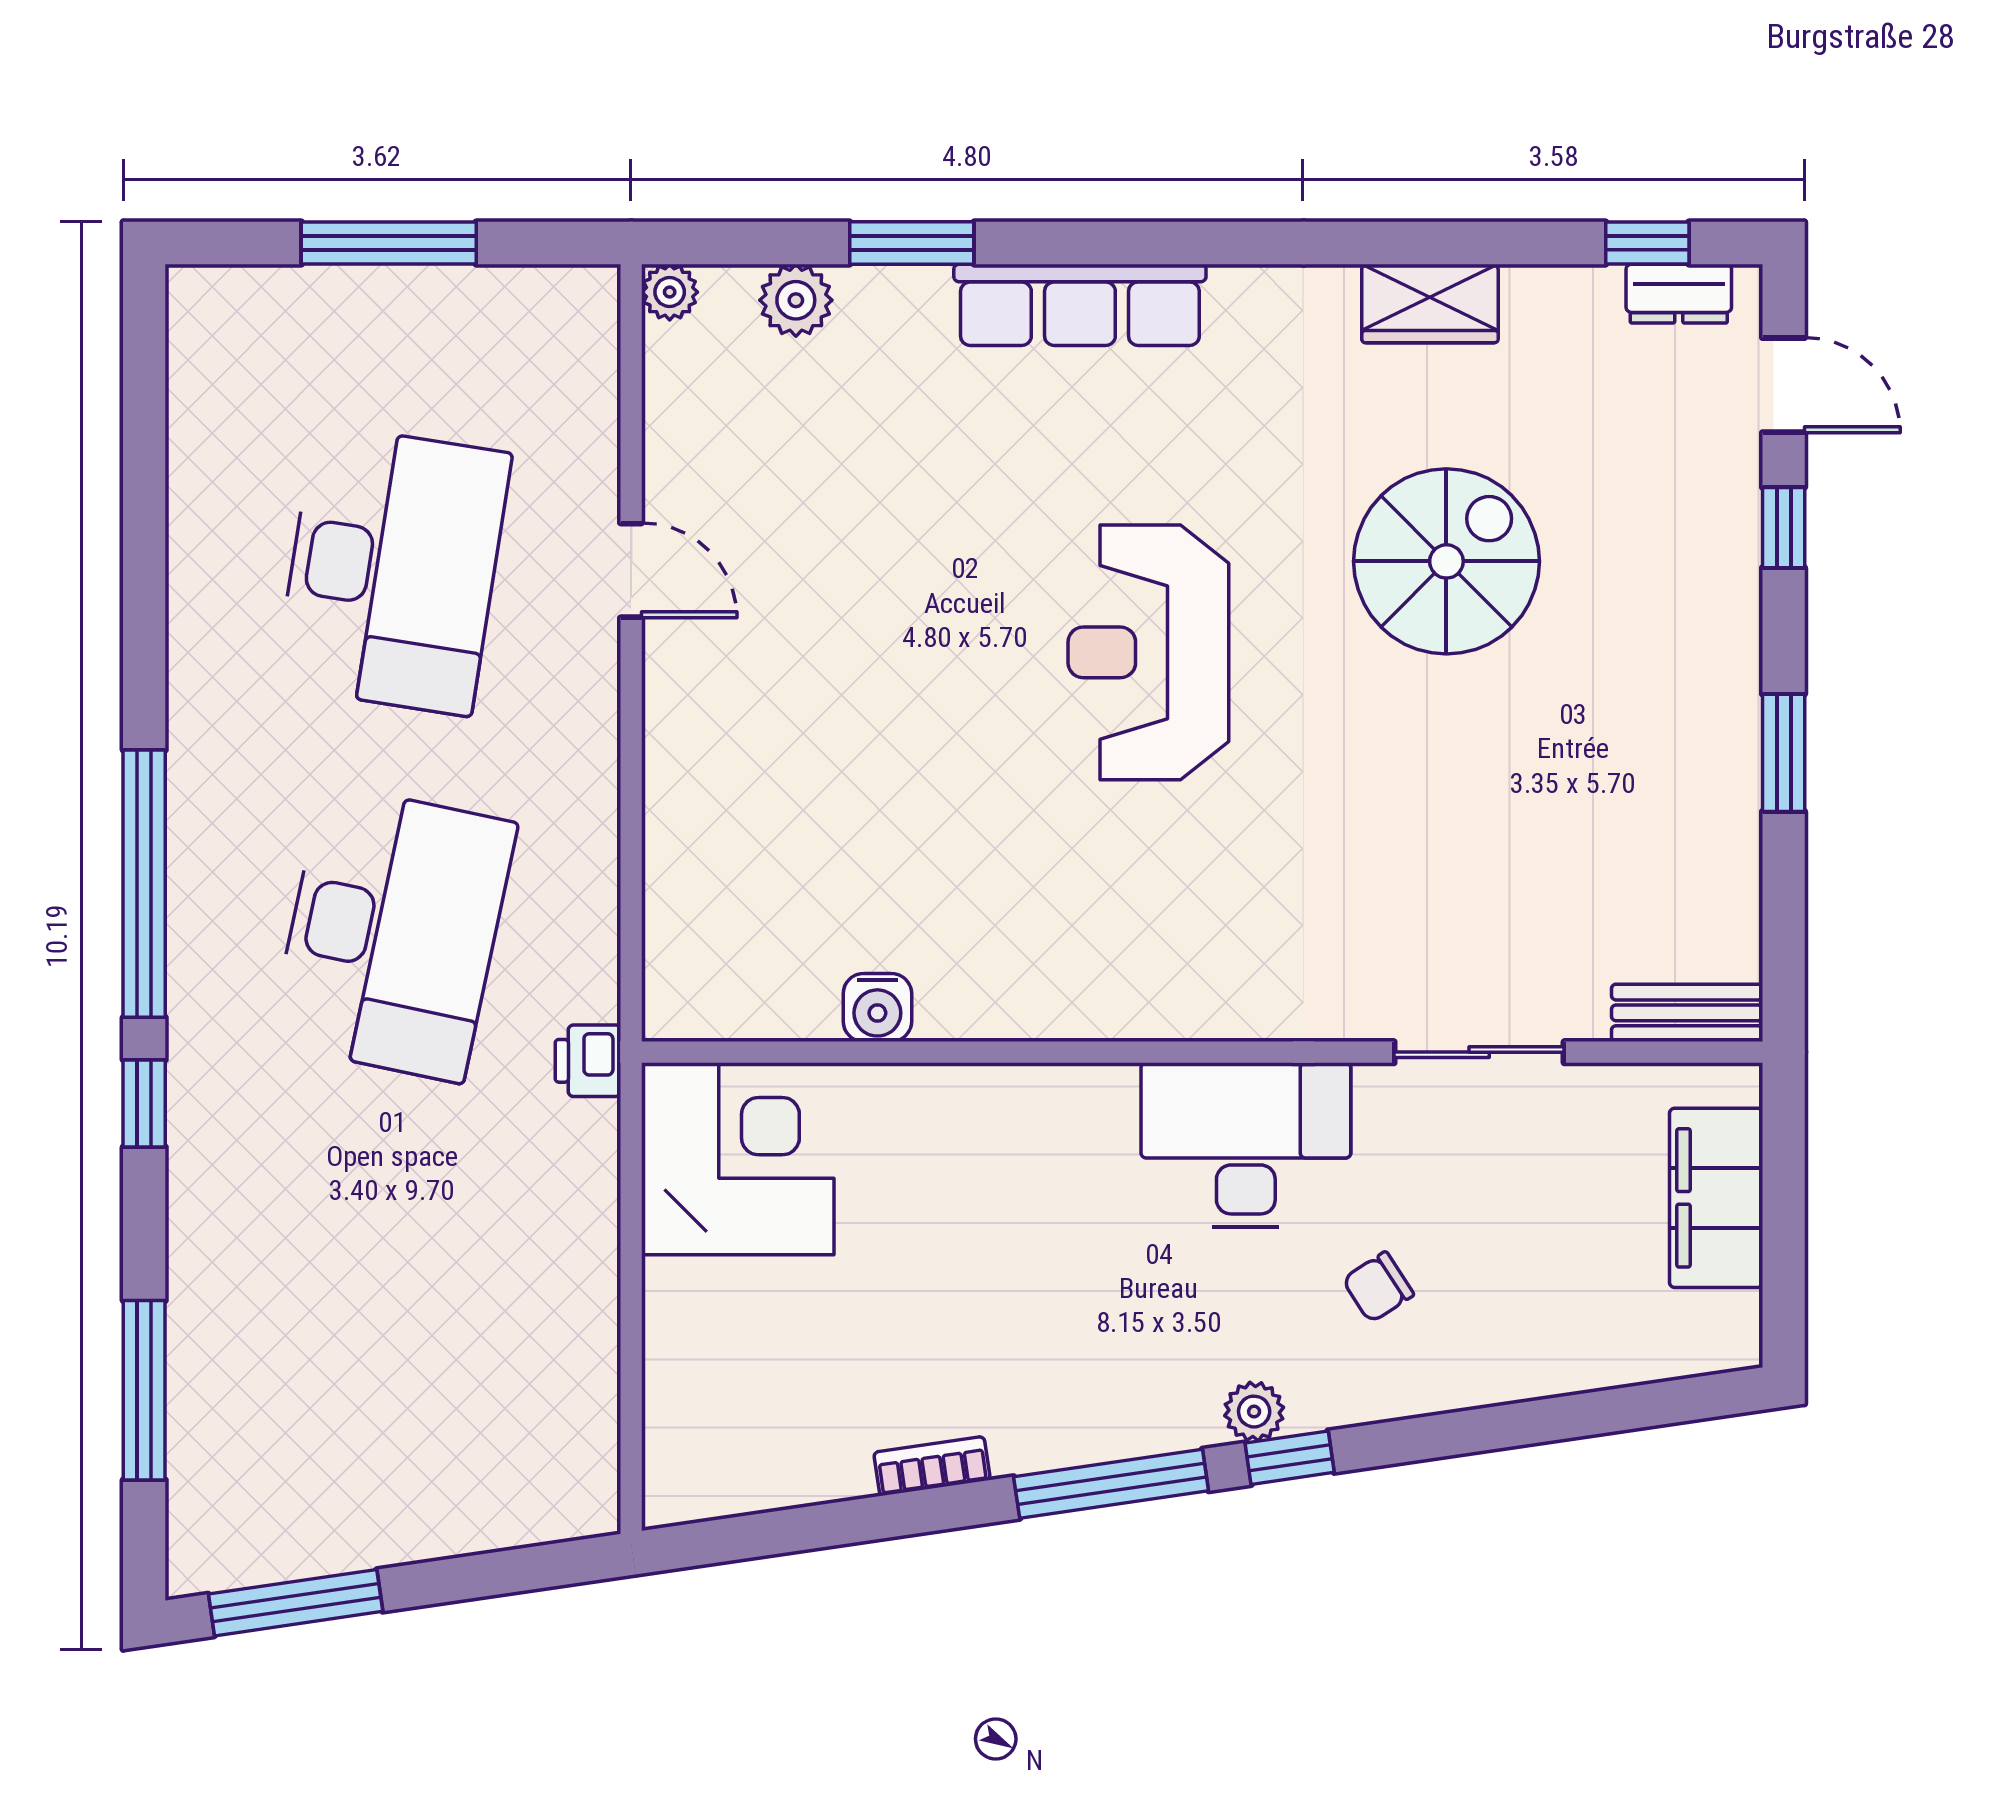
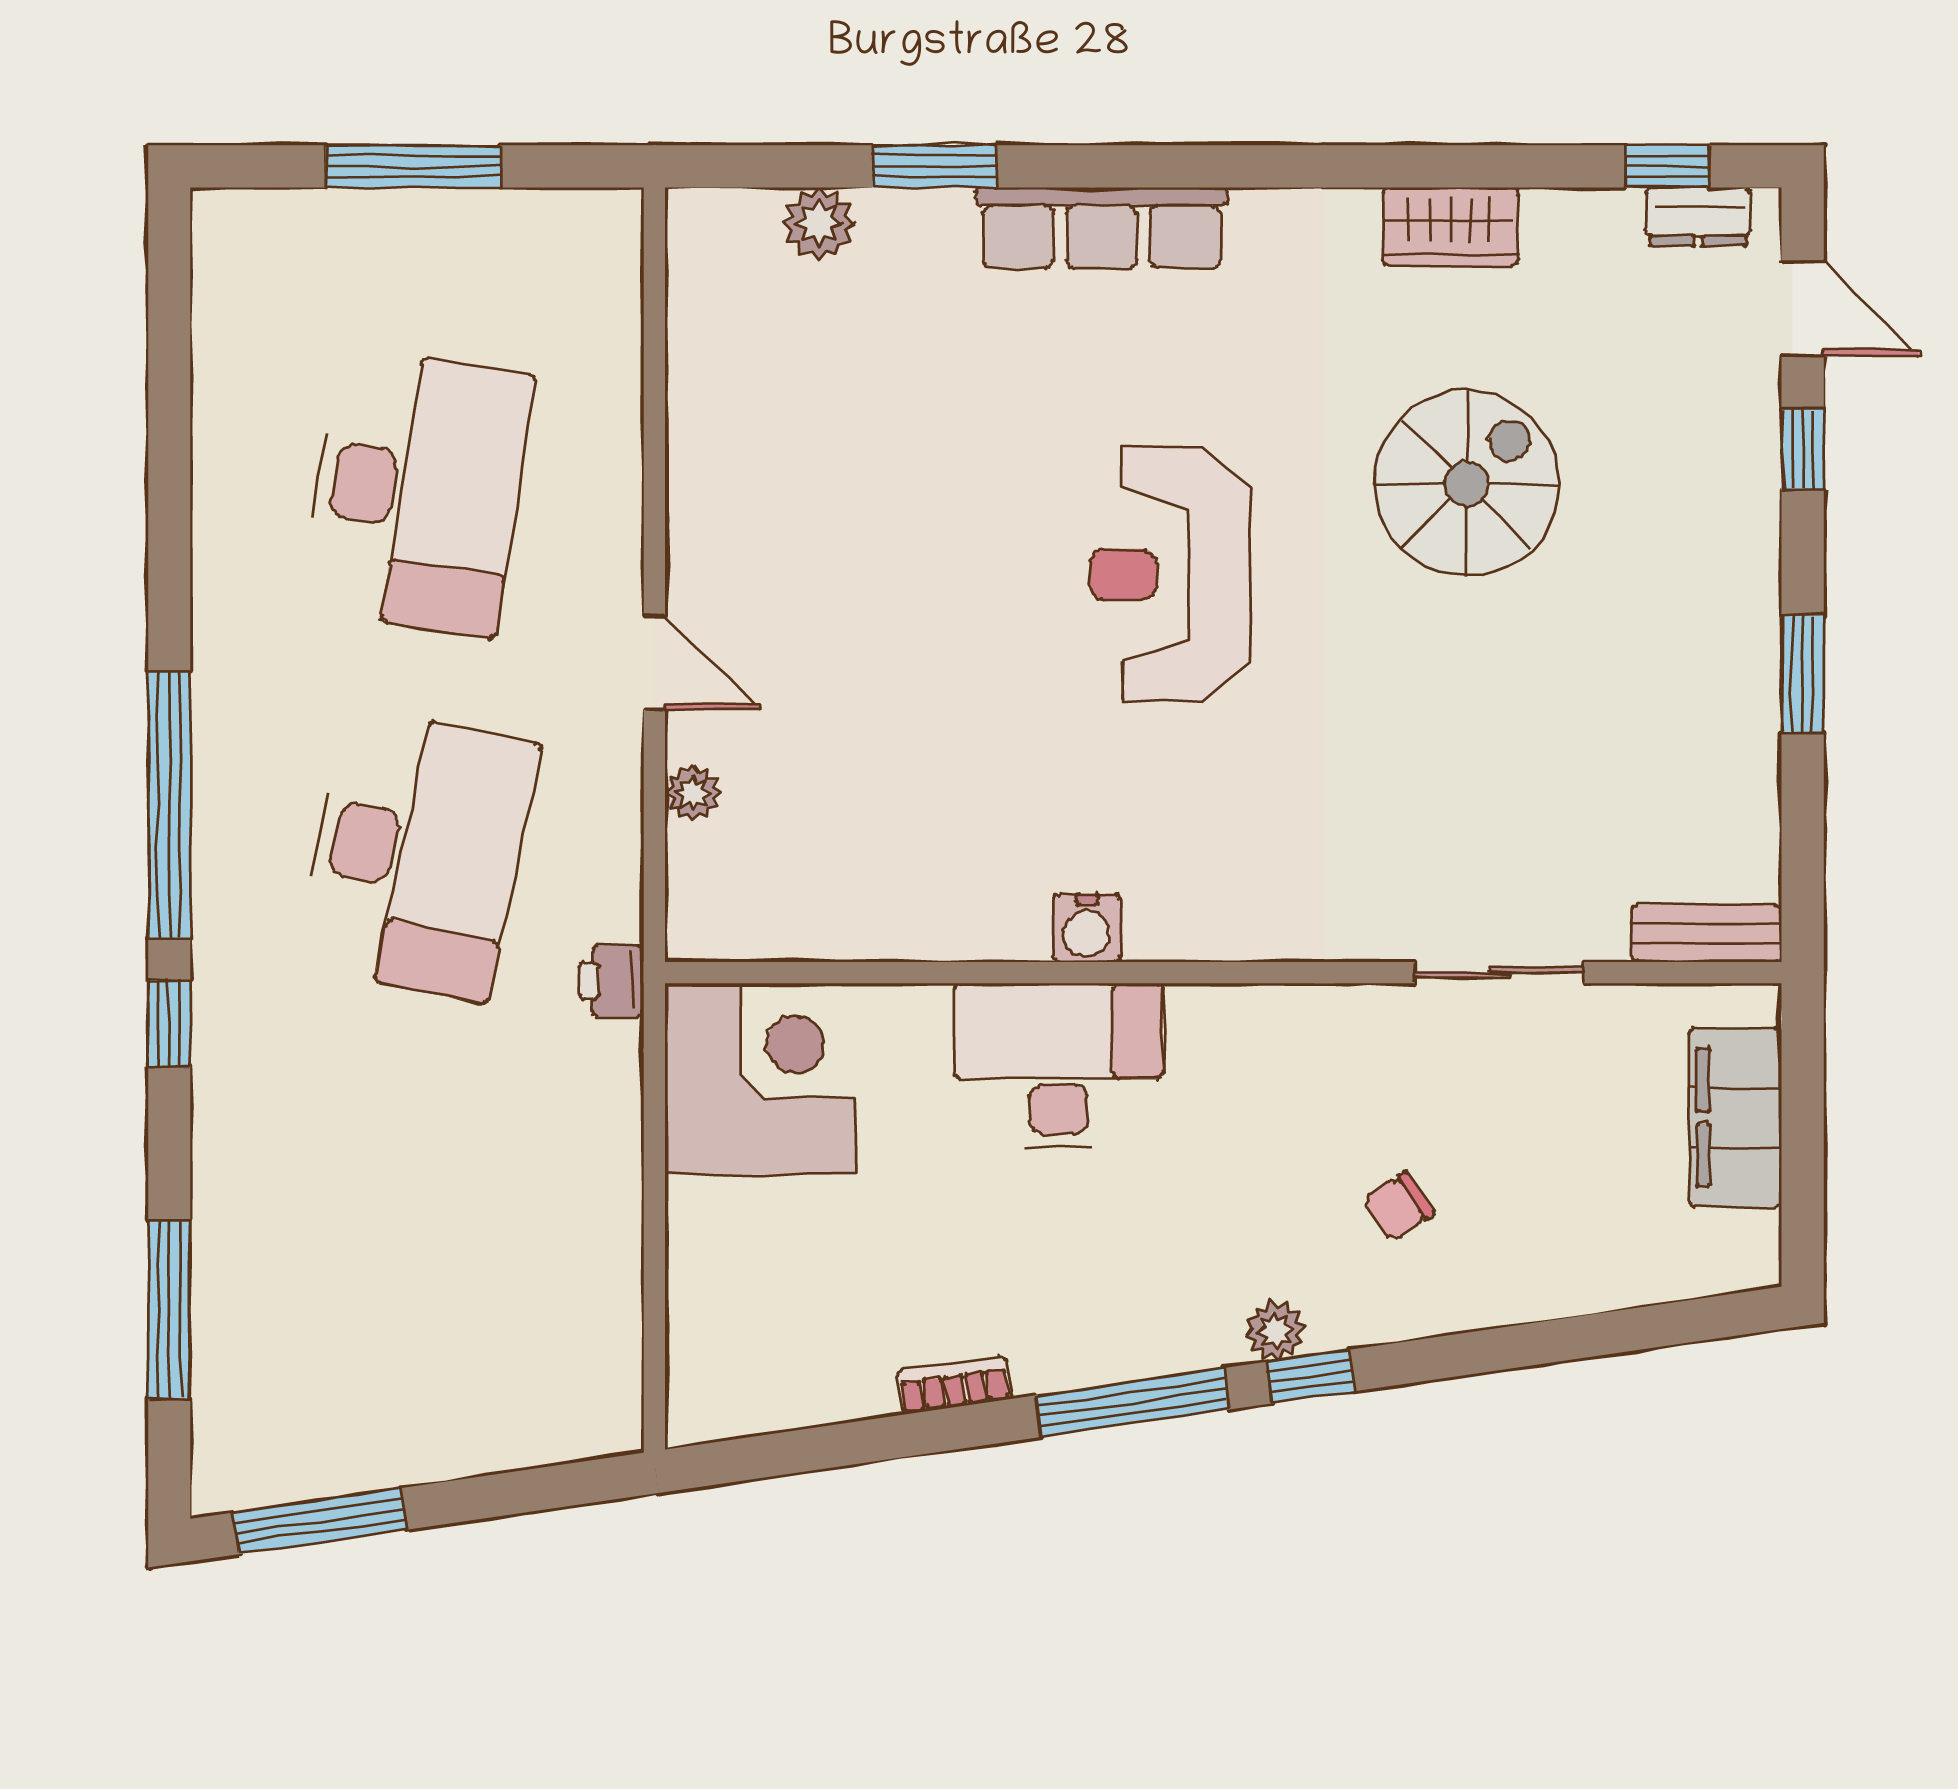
plant: (670, 292) -> (693, 793), moved
door: (631, 570) -> (654, 663), moved
water cooler: (877, 1008) -> (1087, 928), moved
desk: (1246, 1145) -> (1058, 1065), moved

